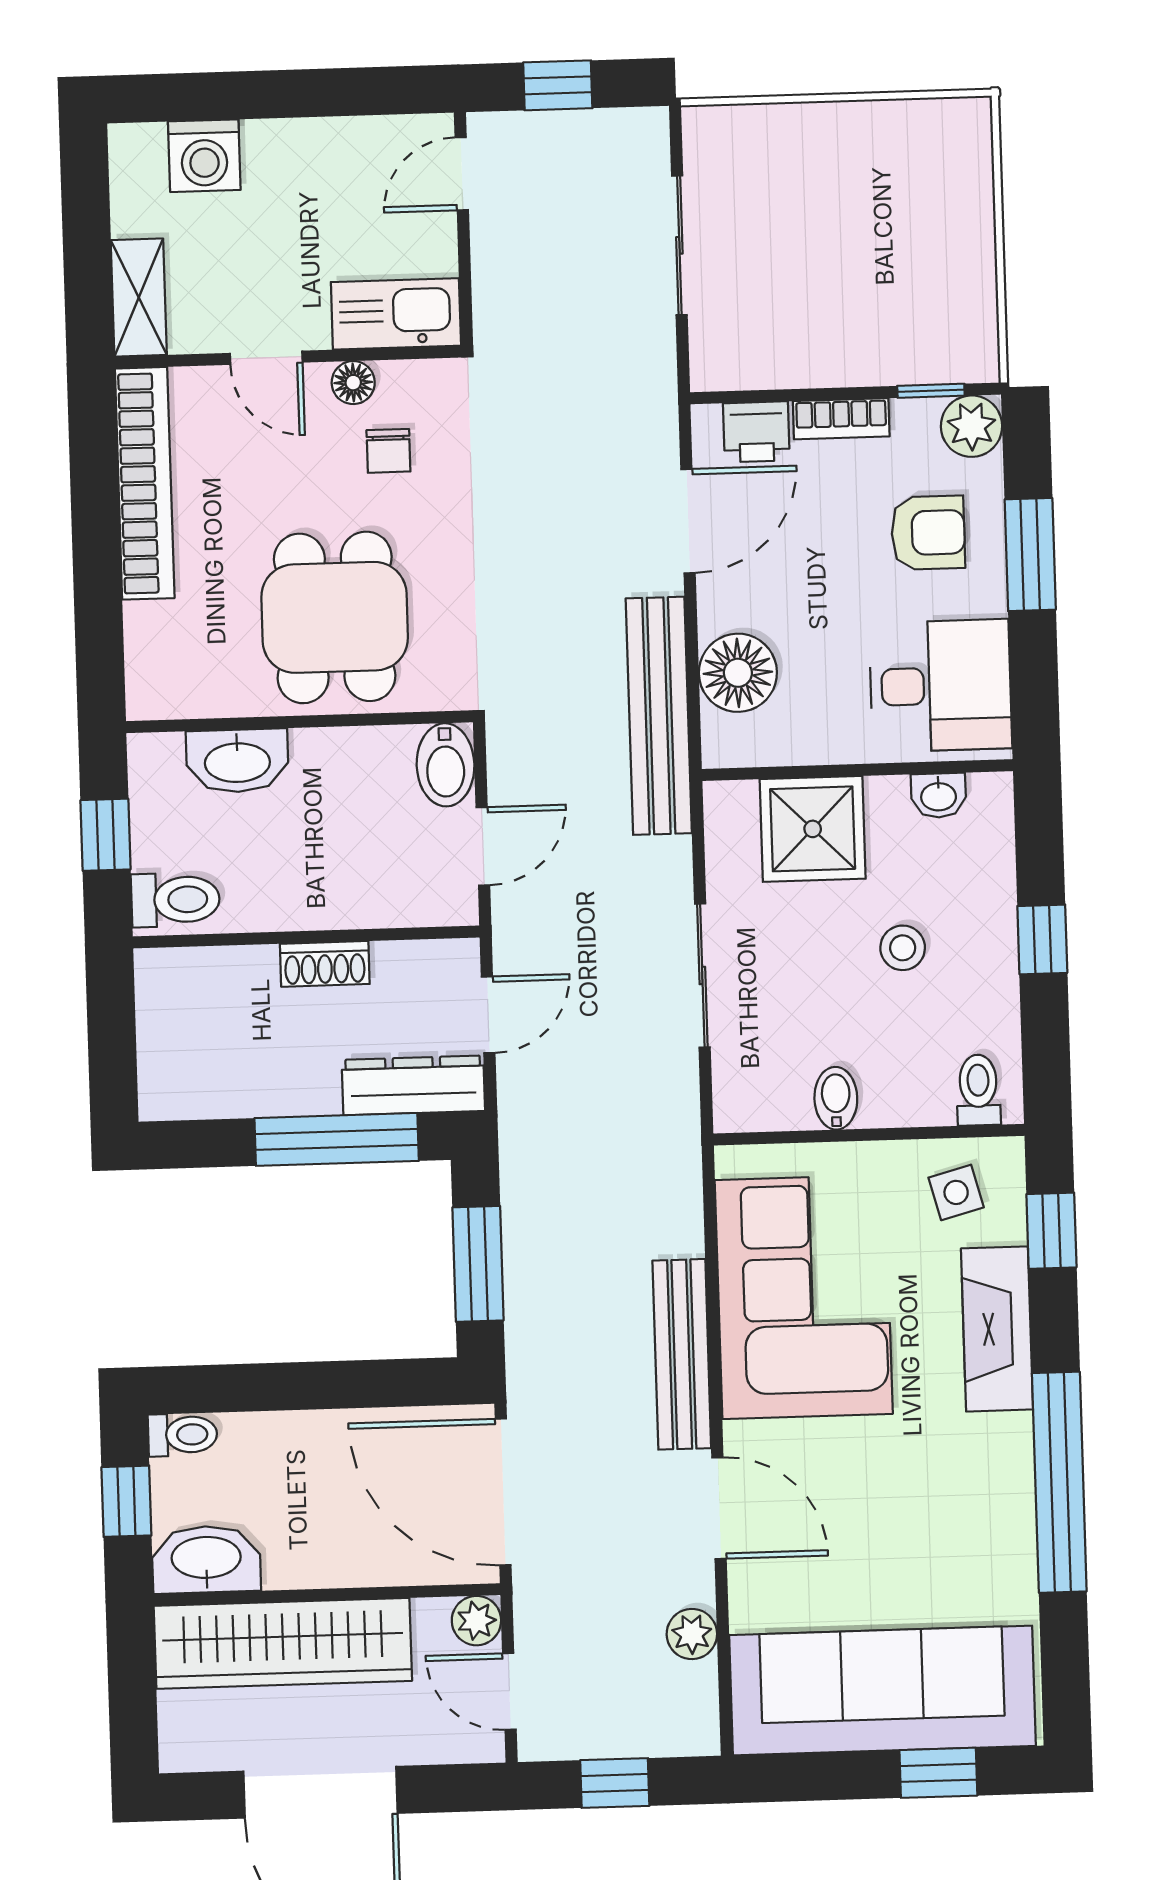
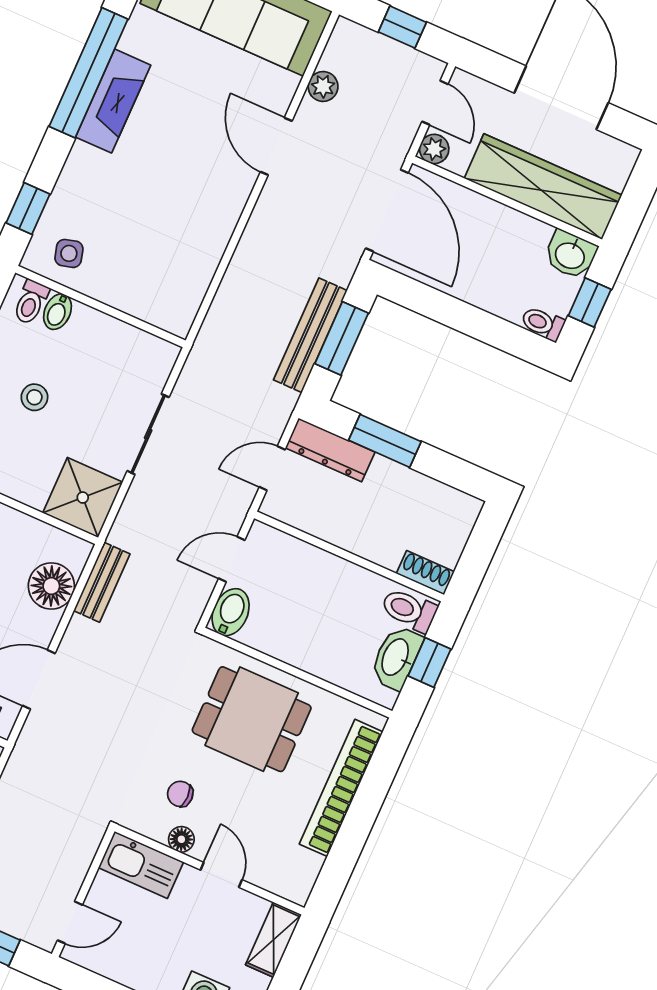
chair: (388, 451) -> (180, 794), turned -90
bookcase: (145, 483) -> (341, 788), moved
dining table: (335, 617) -> (252, 719), turned 90
bench: (659, 716) -> (102, 582), width x0.54, depth x0.82
washbasin: (237, 761) -> (396, 657), moved, turned -90
shower: (813, 829) -> (83, 498), moved
shoe rack: (325, 964) -> (425, 573), moved
bidet: (836, 1098) -> (57, 312), moved
window: (337, 1139) -> (385, 441), width x0.69
corner sofa: (804, 1297) -> (177, 237), removed
fireplace: (997, 1329) -> (113, 101), moved
bench: (682, 1354) -> (310, 335), moved
washbasin: (206, 1559) -> (570, 255), width x0.72

